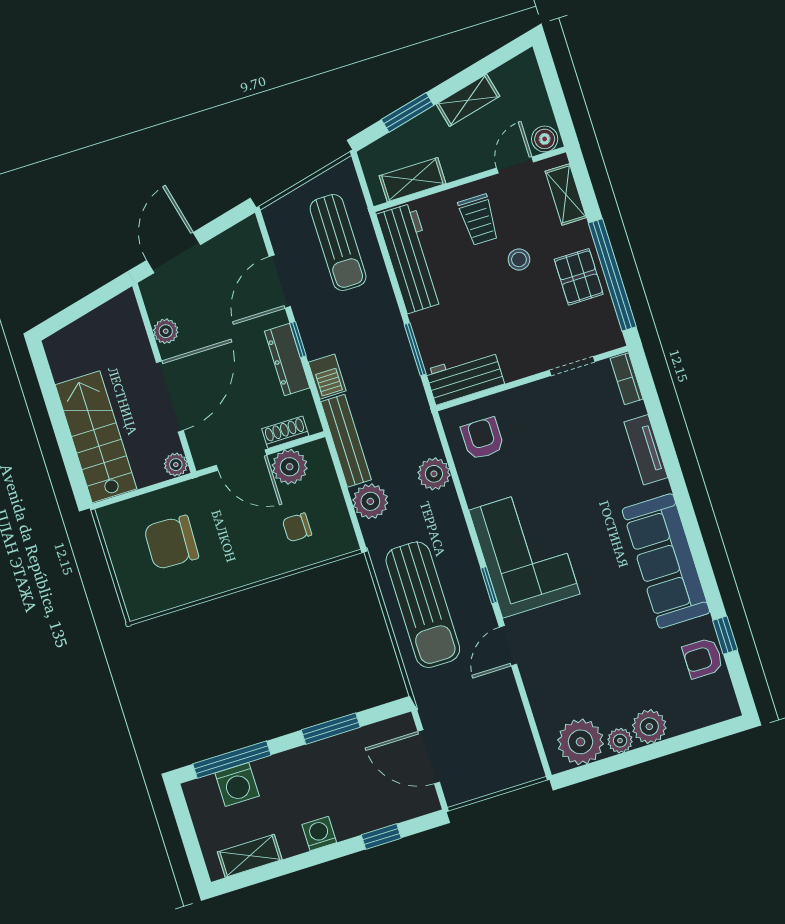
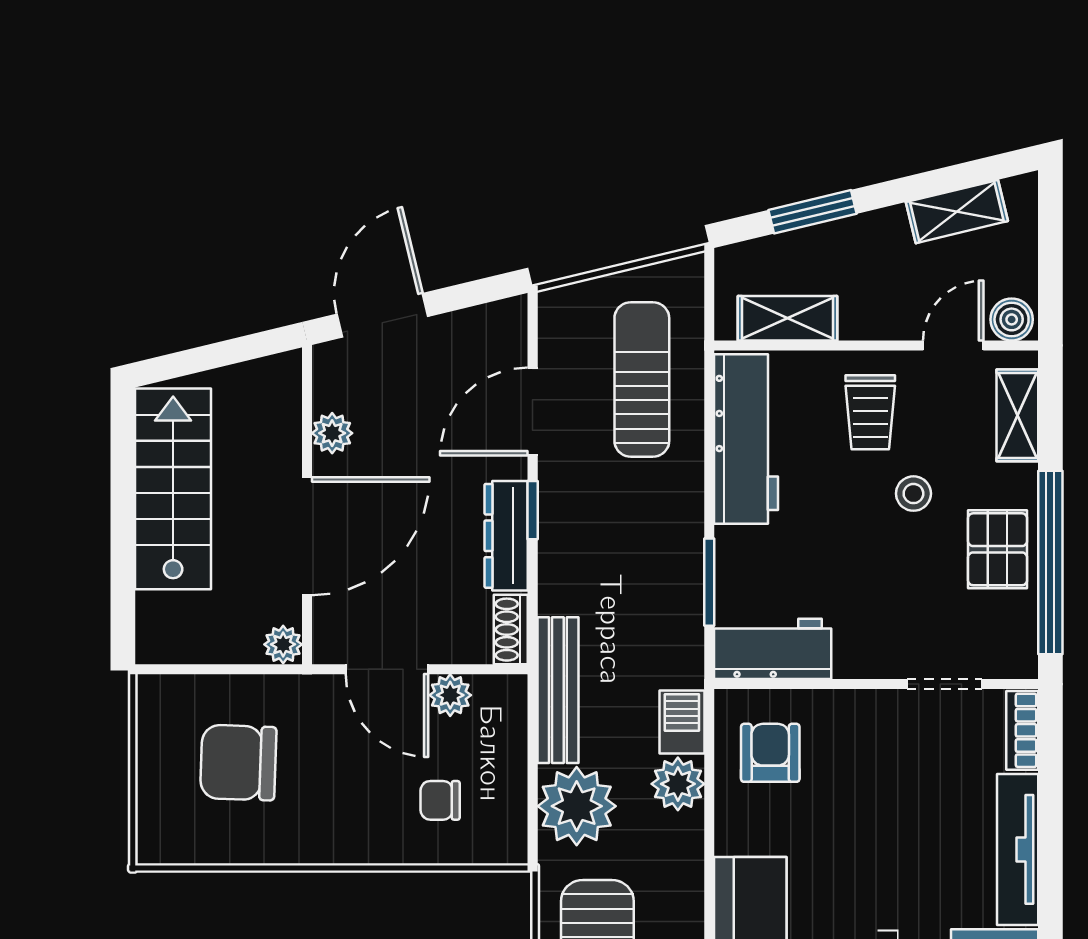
shelving: (468, 100) -> (957, 212), moved
sun lounger: (338, 243) -> (642, 380), turned 180
barbecue: (327, 377) -> (682, 722), moved, turned 180
shoe rack: (285, 432) -> (511, 630), moved, turned -90
stairs: (96, 437) -> (173, 489), moved
tv unit: (646, 450) -> (1018, 849), width x1.41
plant: (290, 467) -> (450, 695), width x0.73, depth x0.73
plant: (370, 501) -> (577, 806), width x1.36, depth x1.36

